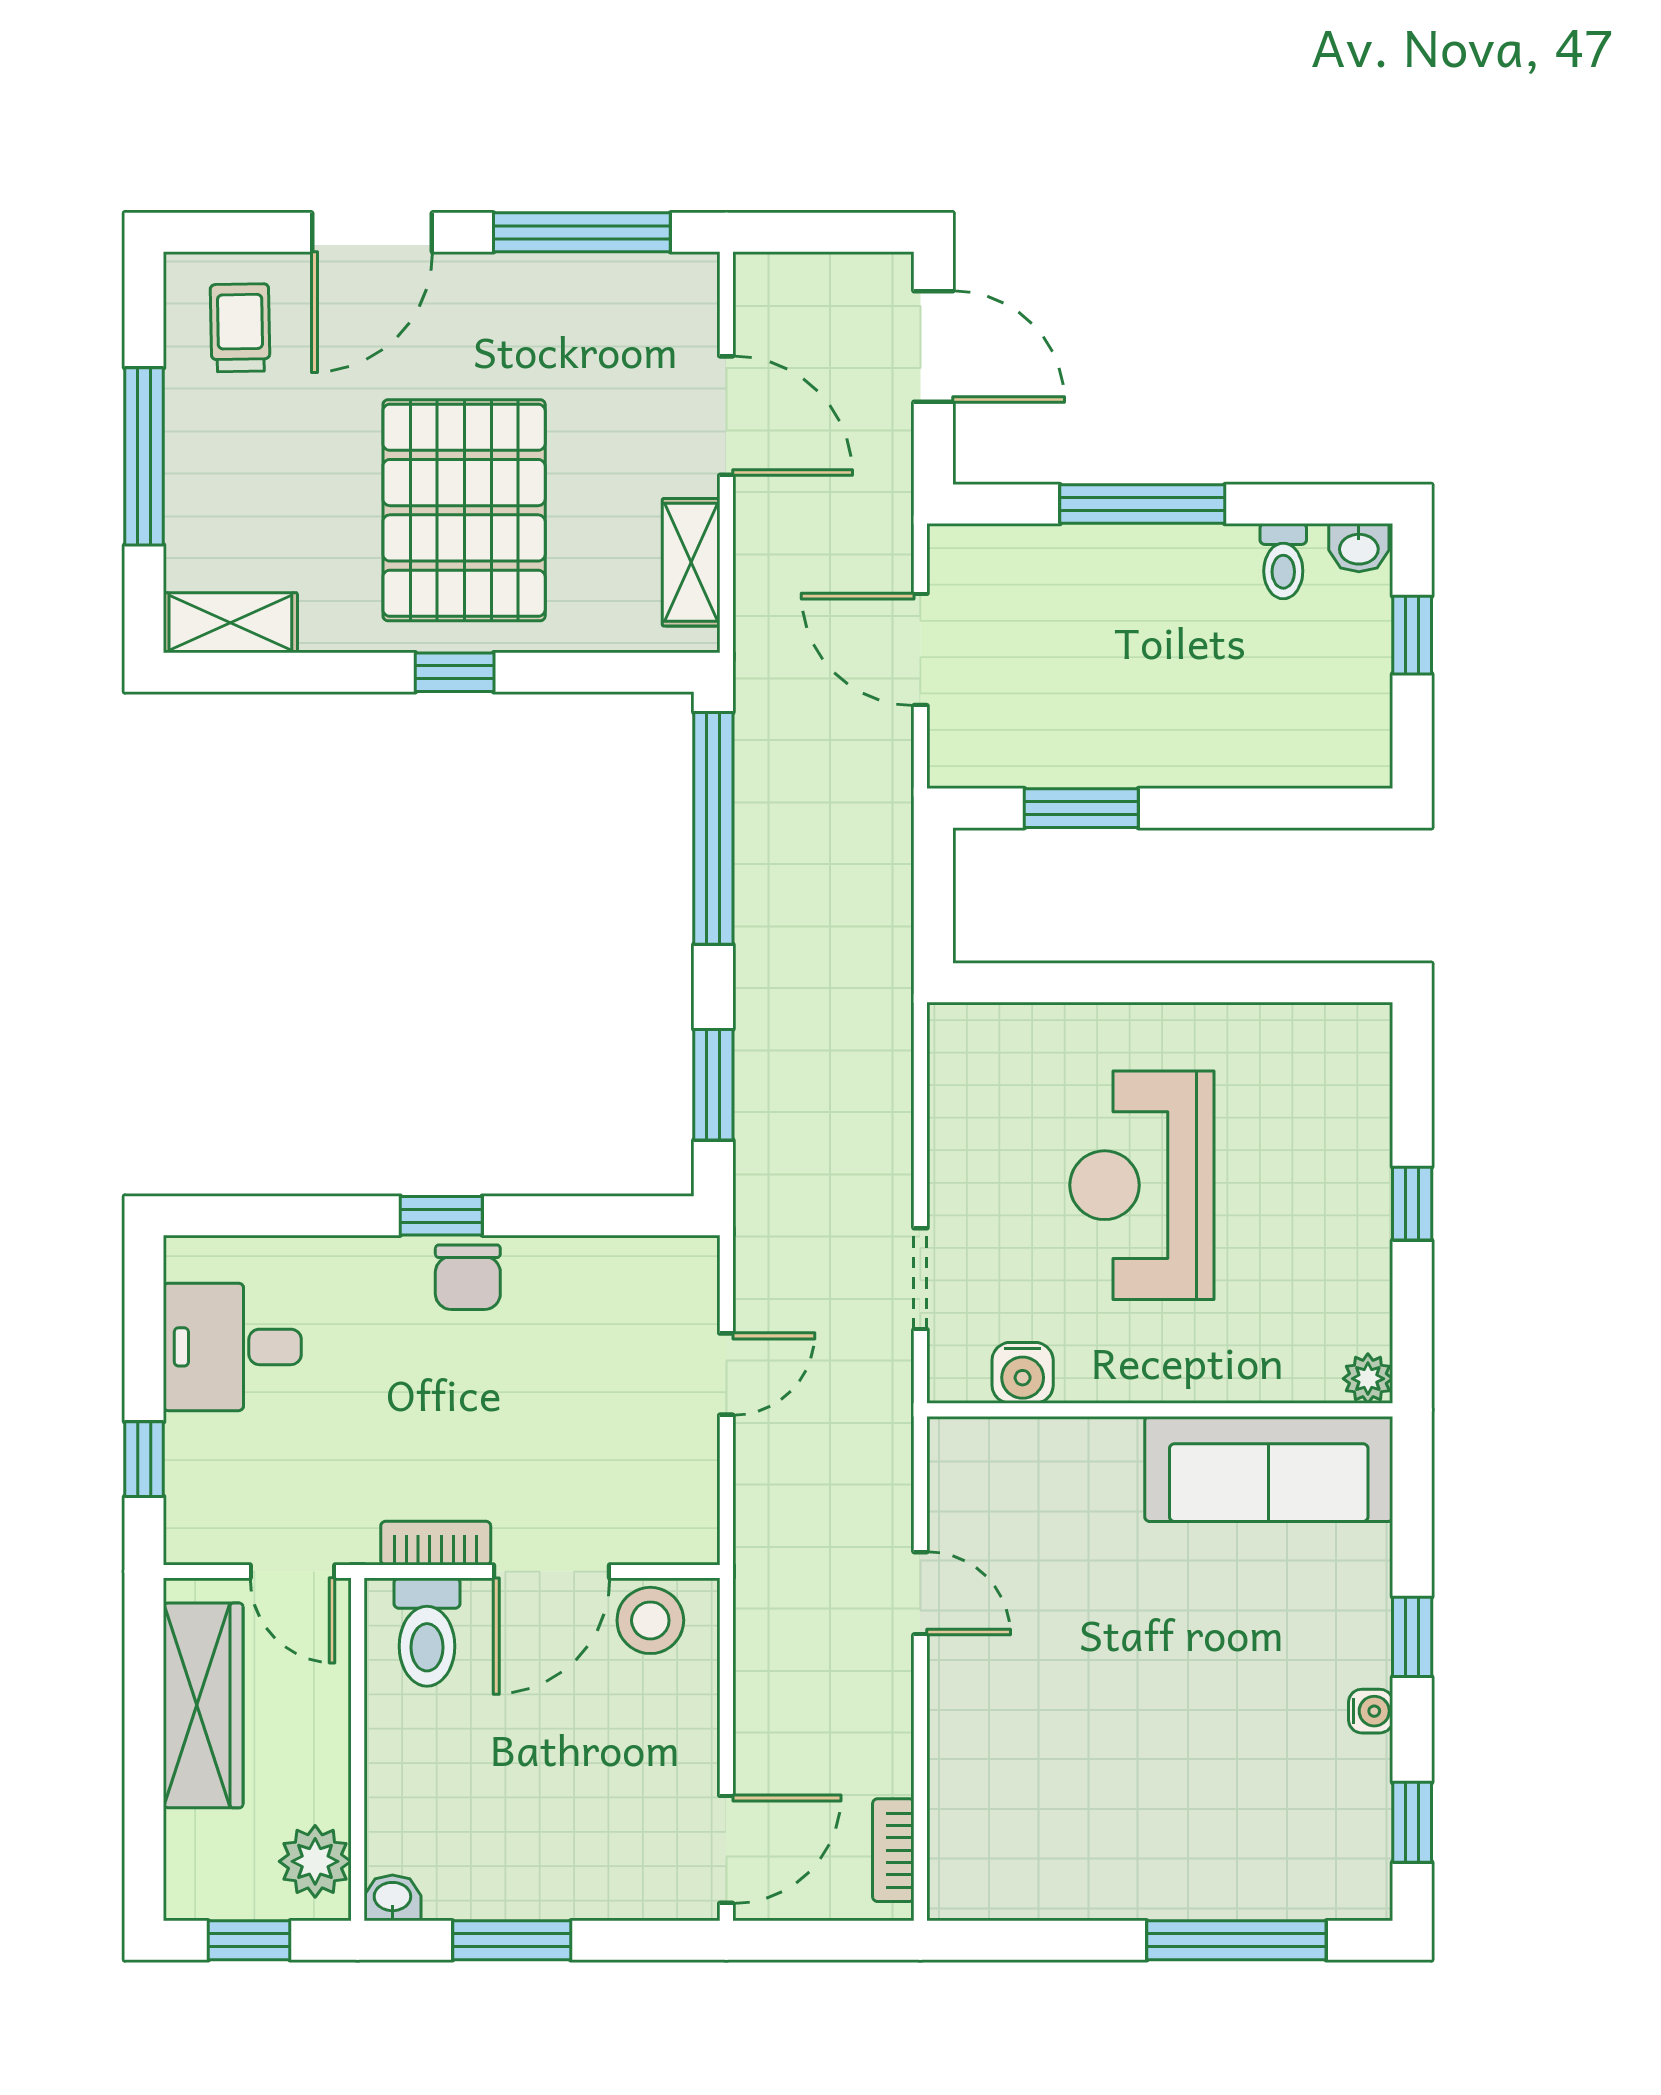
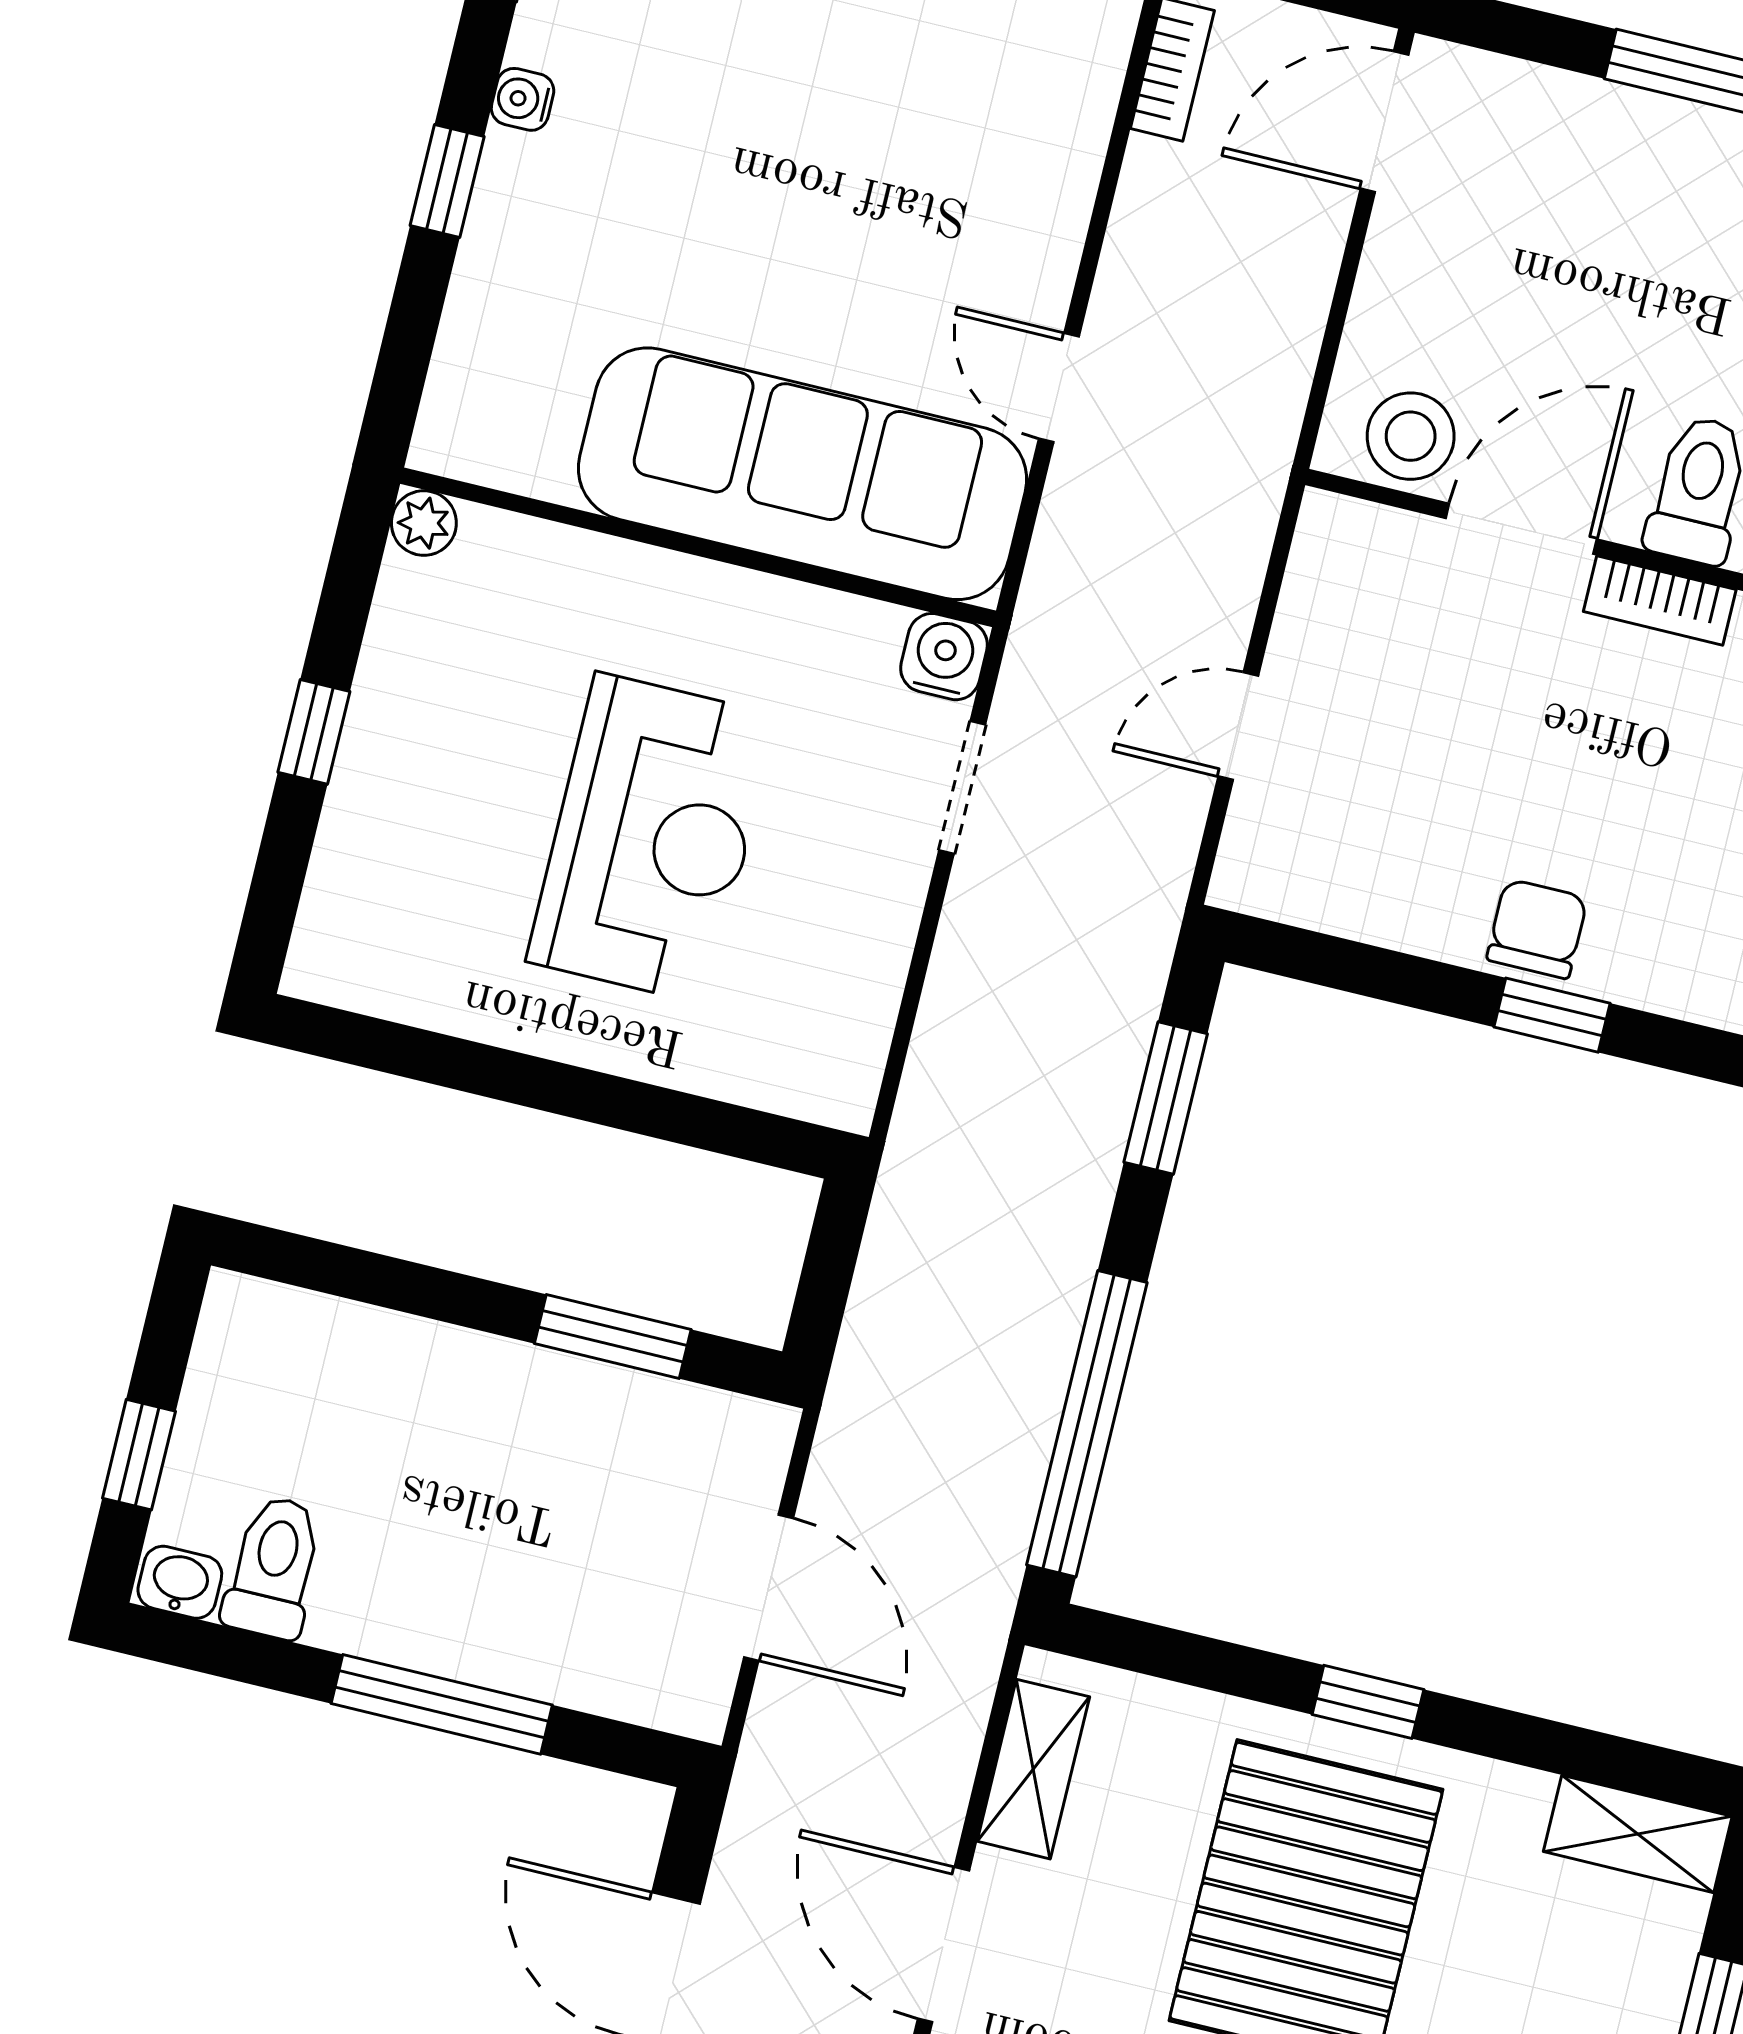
toilet: (1283, 561) -> (274, 1567), width x1.37, depth x1.39
water cooler: (1023, 1373) -> (944, 657), moved
sofa: (1269, 1469) -> (803, 474), moved, width x1.36, depth x1.27

